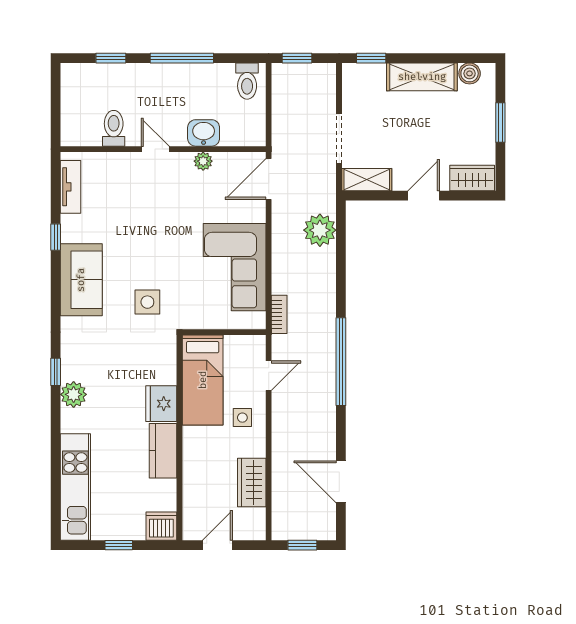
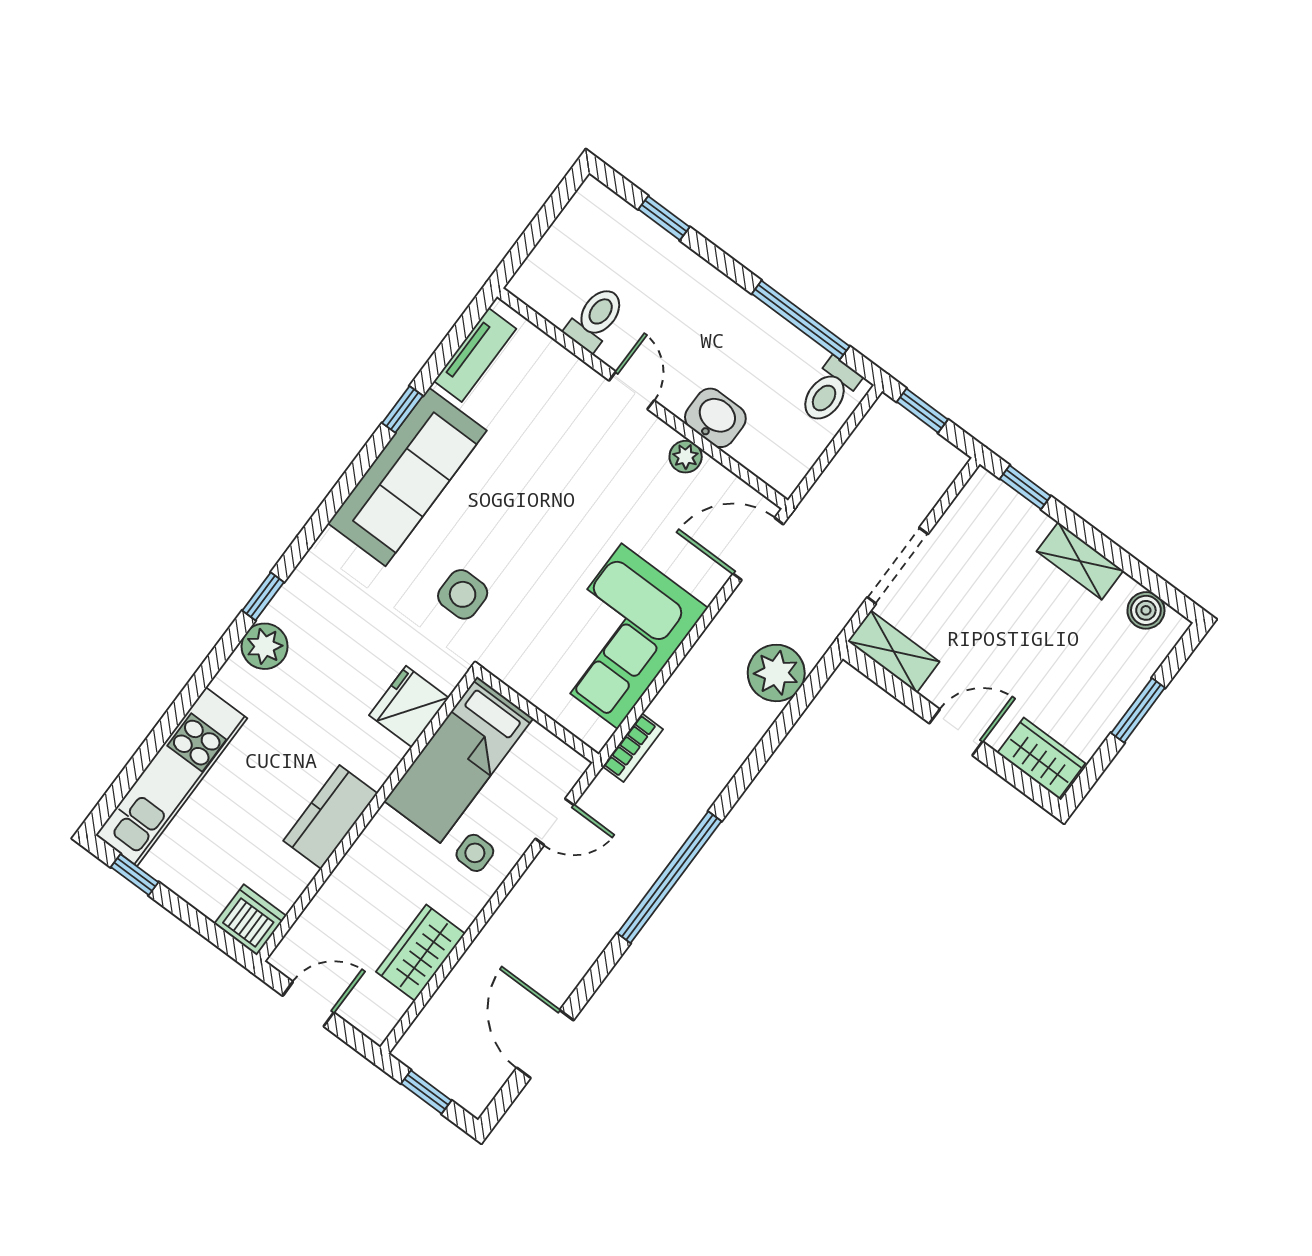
window: (182, 58) -> (801, 320), moved
shelving: (422, 77) -> (1080, 561), width x0.67, depth x0.75
sofa: (81, 280) -> (407, 477), width x1.36
fridge: (161, 404) -> (409, 707), moved
window: (119, 545) -> (135, 875), moved

